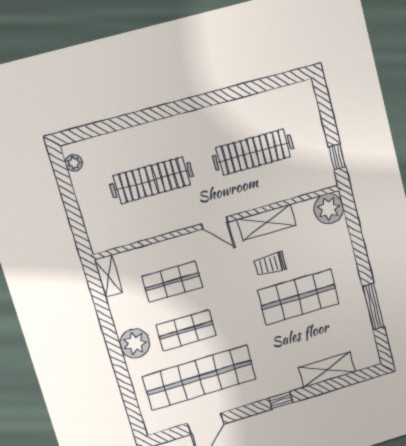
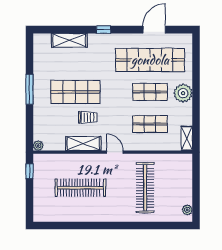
clothes rail: (152, 180) -> (145, 188), turned 90
plant: (329, 209) -> (38, 146), width x0.53, depth x0.53
window: (373, 306) -> (29, 89), moved

